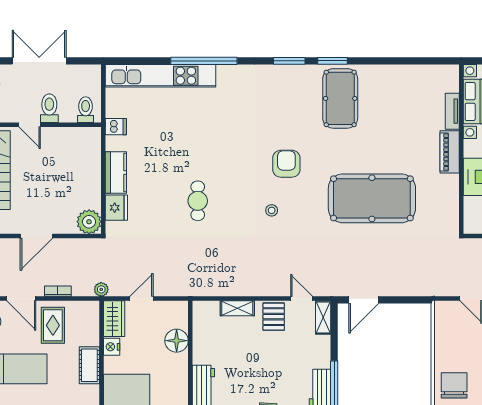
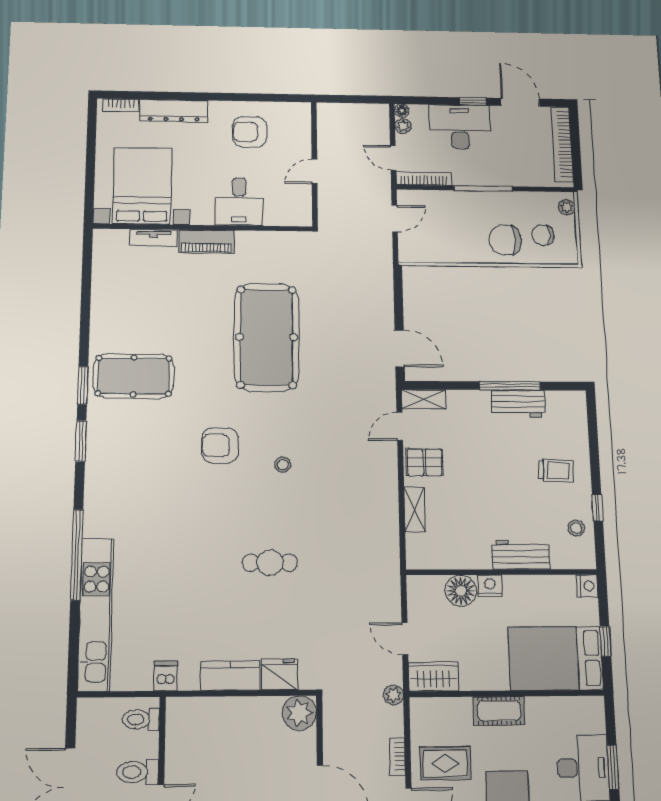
nightstand: (112, 347) -> (490, 586), moved, turned 180

